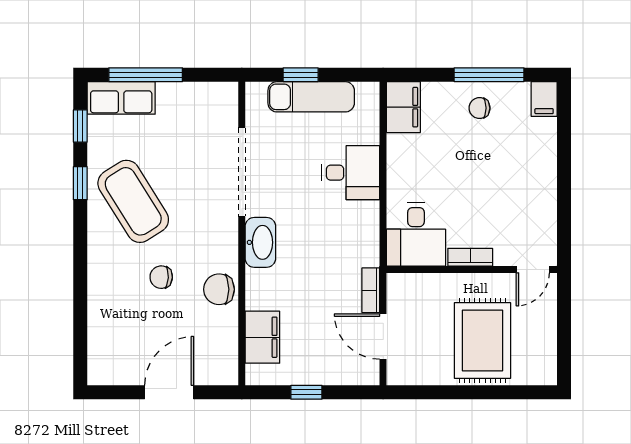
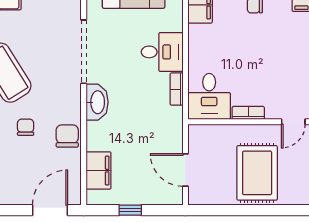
chair: (161, 277) -> (26, 127), turned 87
chair: (219, 289) -> (67, 136), turned 90
bookcase: (371, 290) -> (177, 89), moved
door: (169, 392) -> (50, 210), moved

